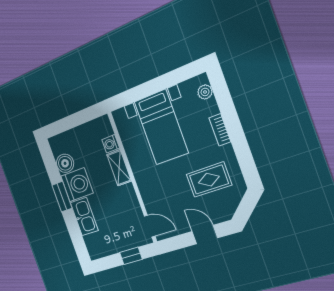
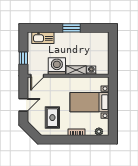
boiler: (65, 163) -> (90, 38), removed
washing machine: (77, 185) -> (57, 66), moved, turned 180
kitchen sink: (84, 217) -> (43, 38), moved

